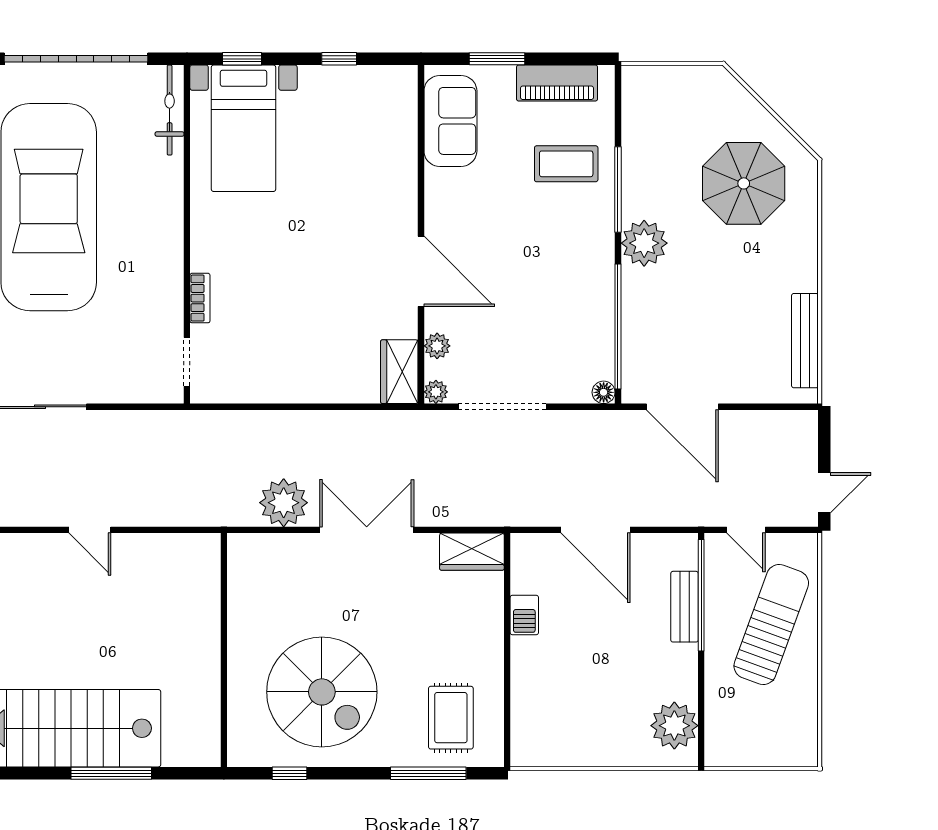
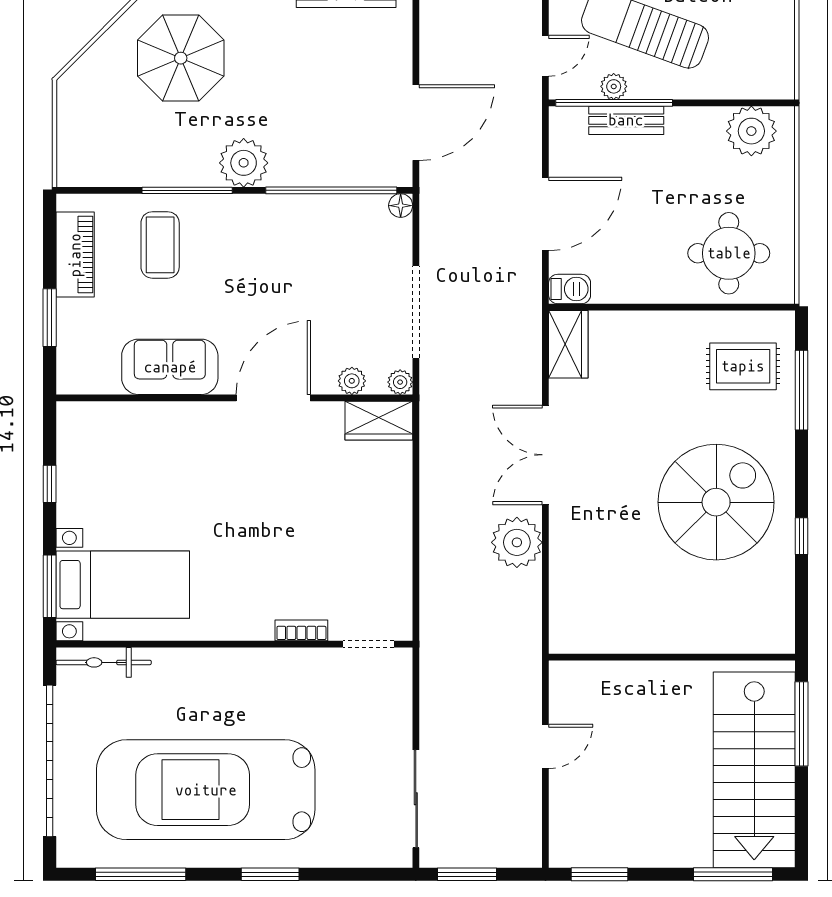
window: (242, 59) -> (50, 586), width x1.50
sofa: (450, 121) -> (170, 367), moved
plant: (717, 595) -> (614, 86), added
barbecue: (524, 615) -> (570, 289), moved
wall: (224, 650) -> (672, 657), moved
round table: (558, 704) -> (729, 253), added

